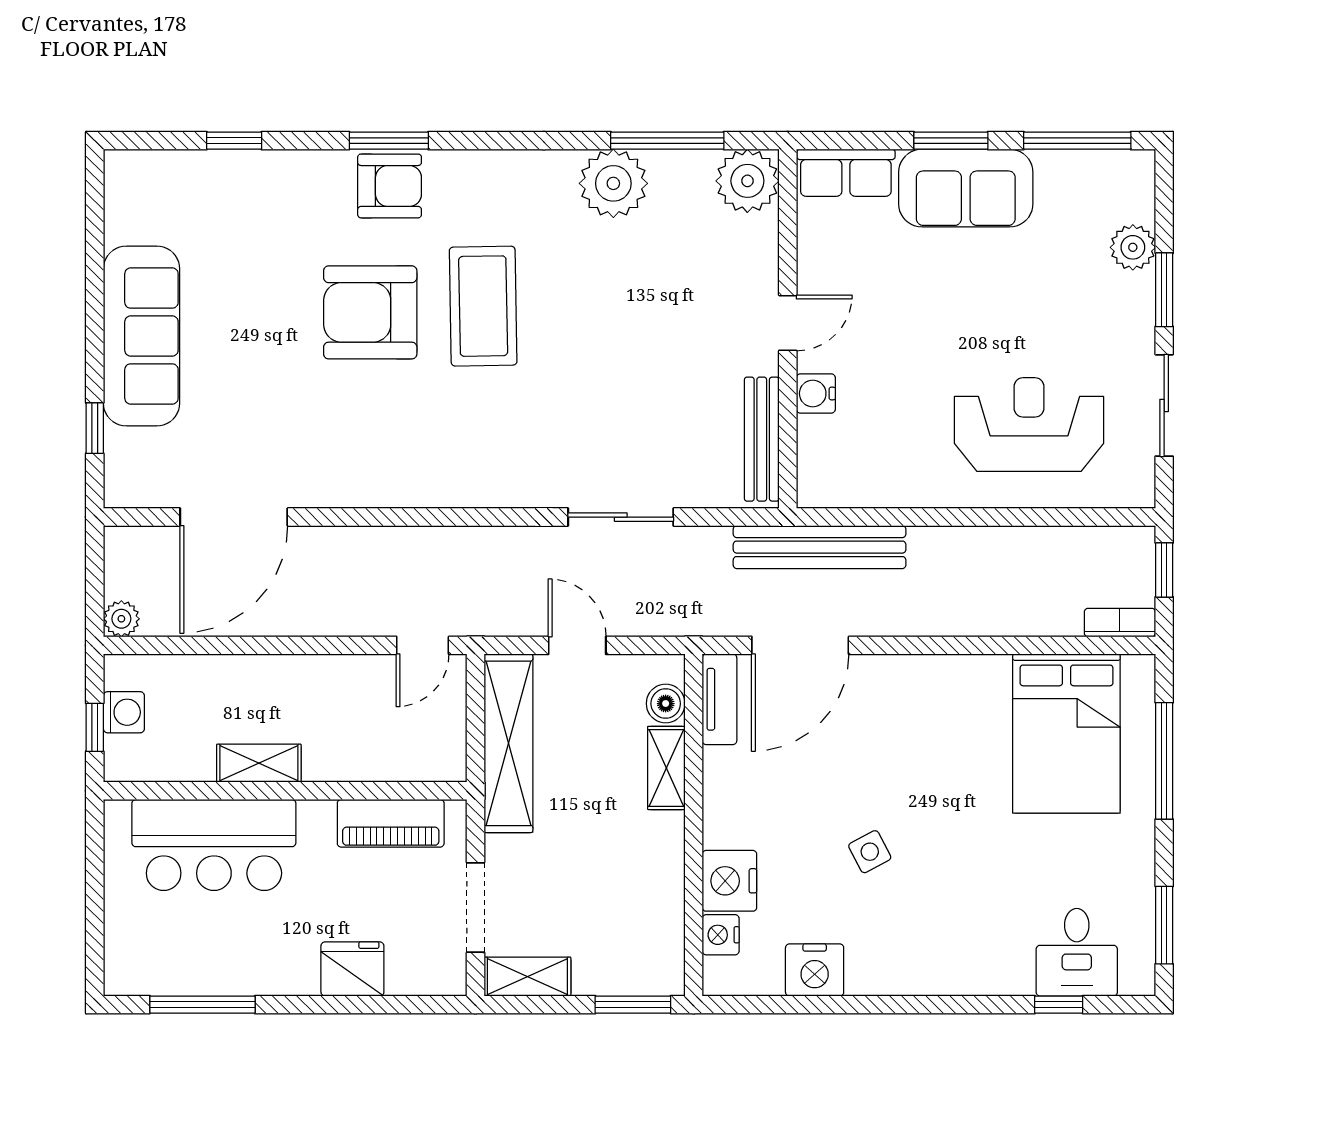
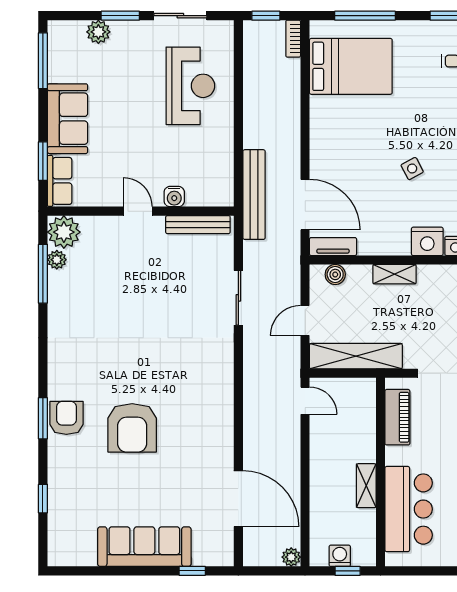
window: (951, 141) -> (43, 161), moved
plant: (613, 183) -> (57, 260), moved, width x0.53, depth x0.53
coffee table: (483, 306) -> (129, 369), removed
reception desk: (1029, 425) -> (190, 86), turned 180
shelving: (666, 768) -> (394, 274), moved

